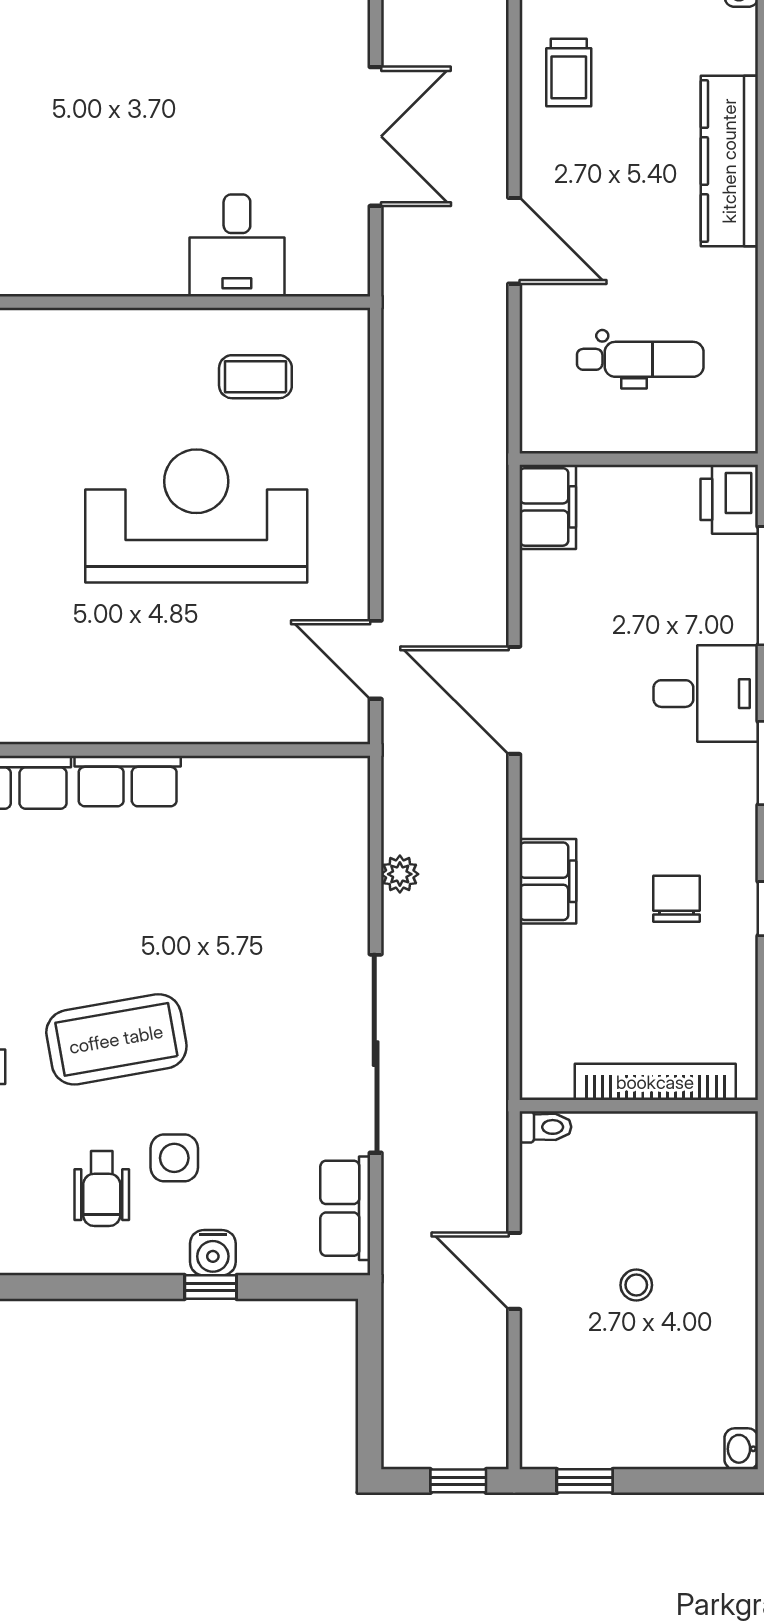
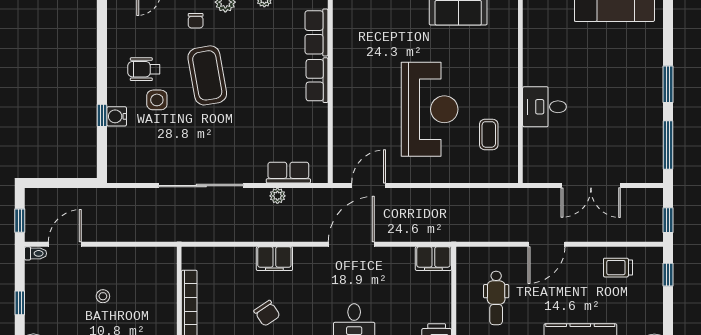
desk: (237, 245) -> (544, 107), moved
chair: (676, 899) -> (267, 313), turned 56
toilet: (545, 1127) -> (36, 253), moved, turned -90
row of seats: (345, 1208) -> (288, 173), moved
door: (514, 1271) -> (65, 244), moved
window: (585, 1481) -> (20, 303), moved

